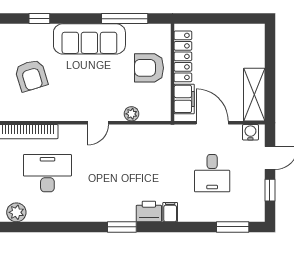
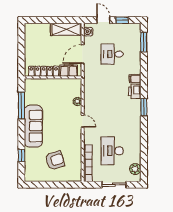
armchair: (149, 68) -> (50, 91), removed
desk: (212, 173) -> (112, 54), turned 180

